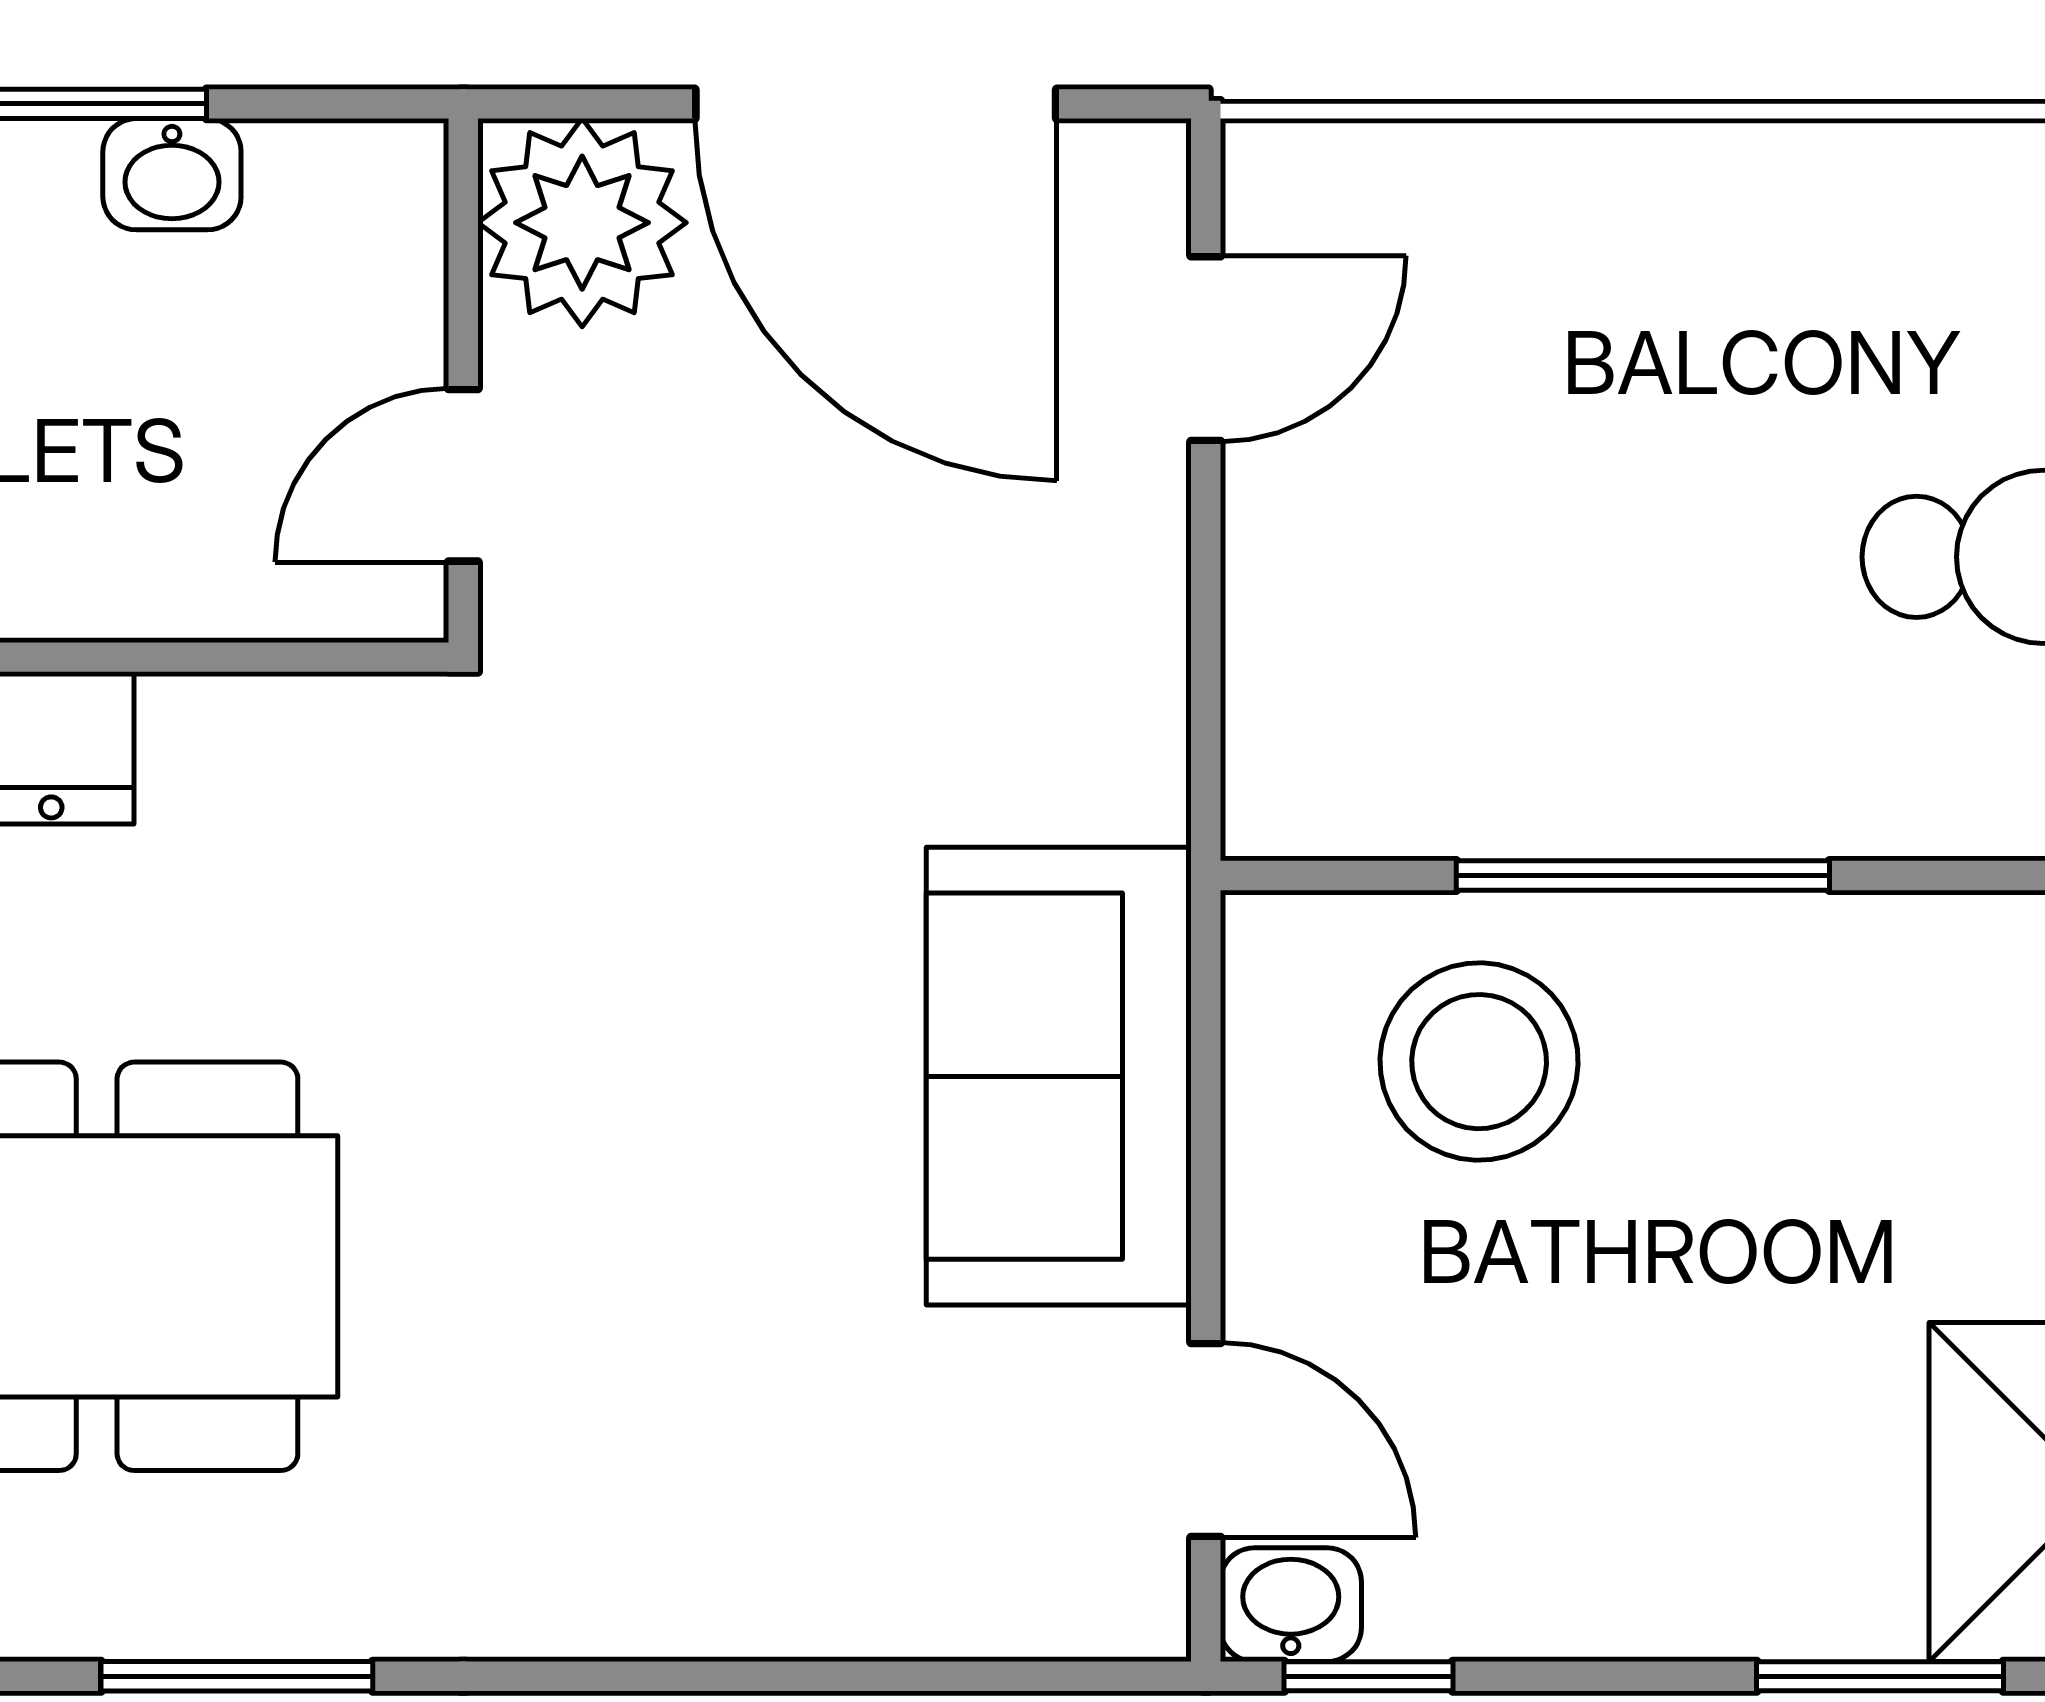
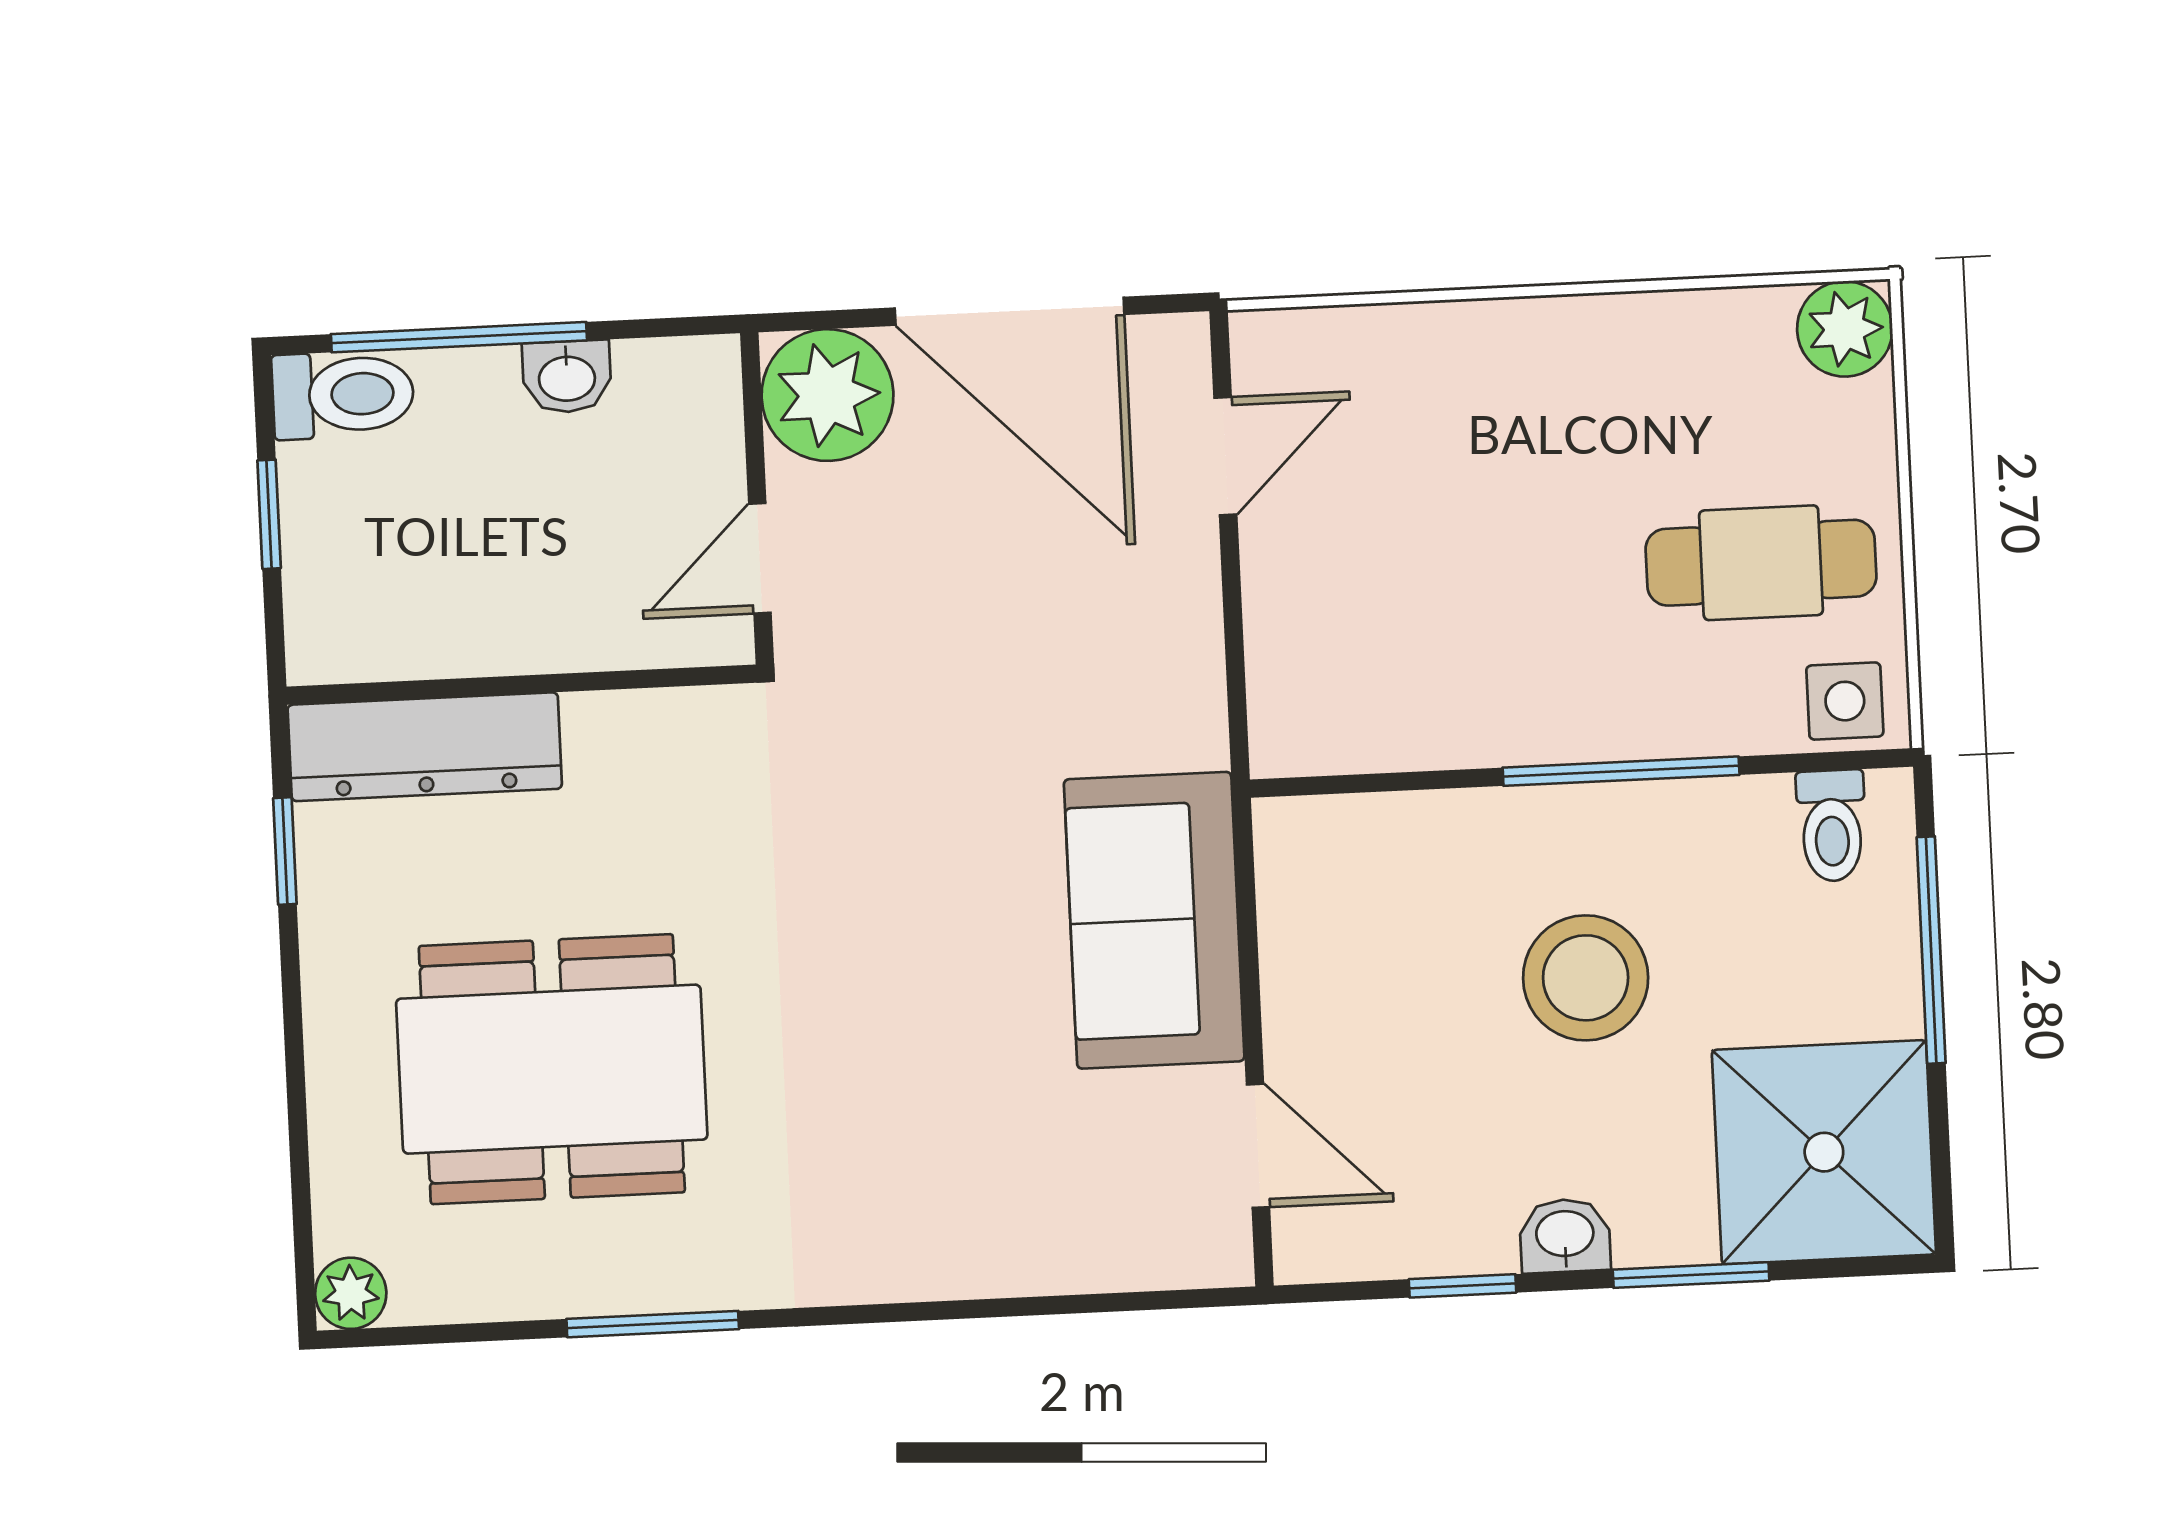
window: (1643, 875) -> (1621, 771), moved
stool: (1479, 1062) -> (1586, 978), moved
washbasin: (1291, 1605) -> (1565, 1236), moved
window: (1368, 1676) -> (1463, 1286), moved

